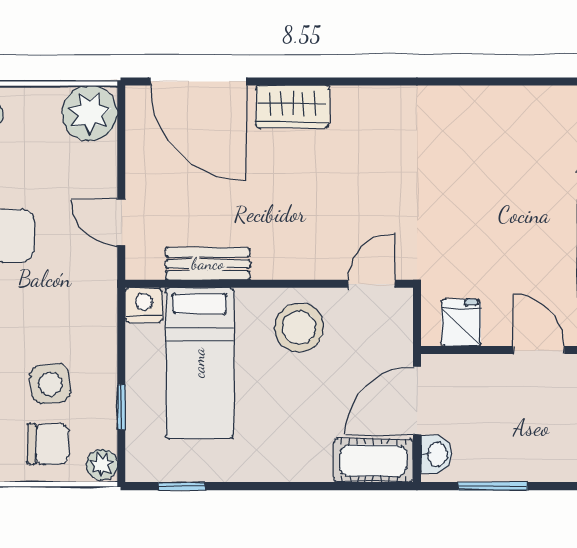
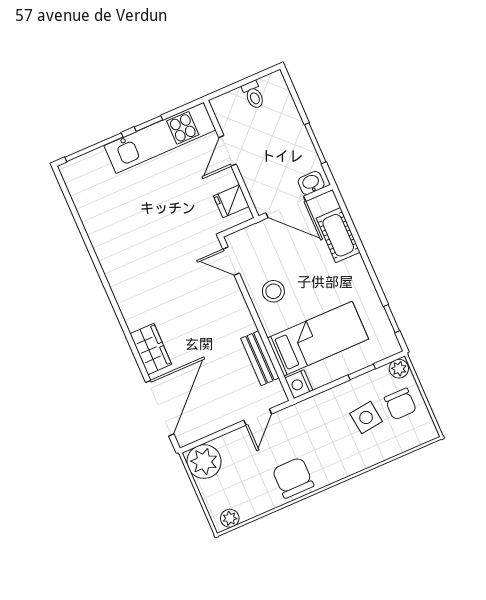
stool: (299, 327) -> (273, 291), width x0.73, depth x0.73
chair: (48, 444) -> (400, 404), turned 180
cot: (373, 461) -> (338, 235), moved

